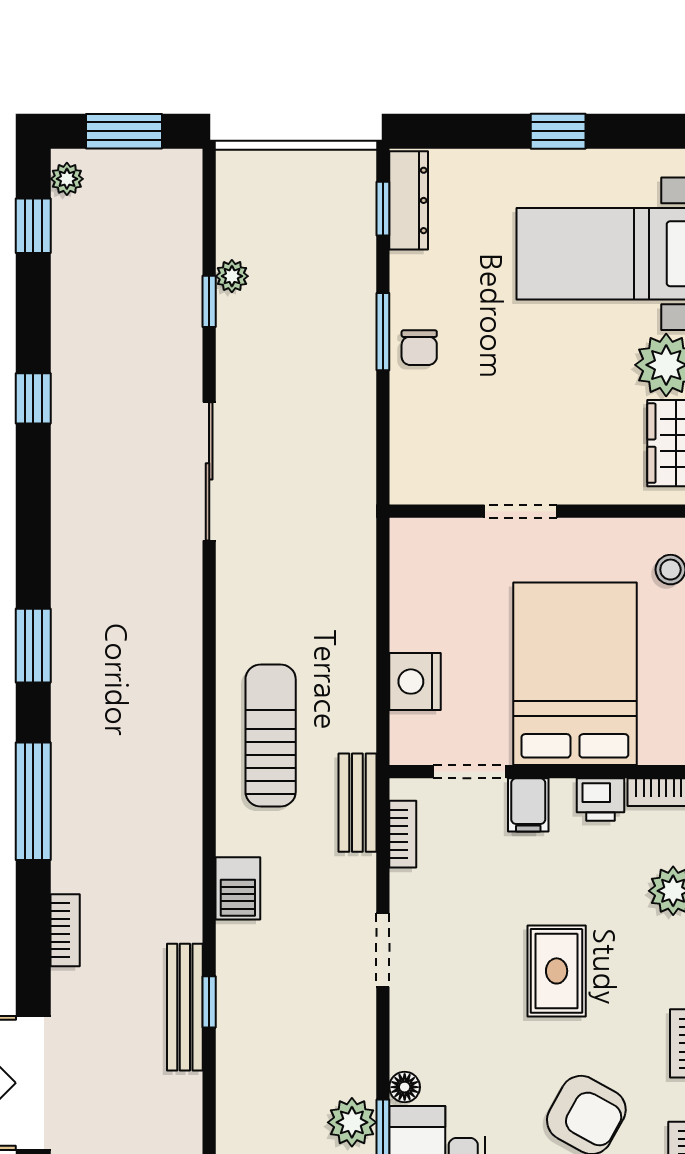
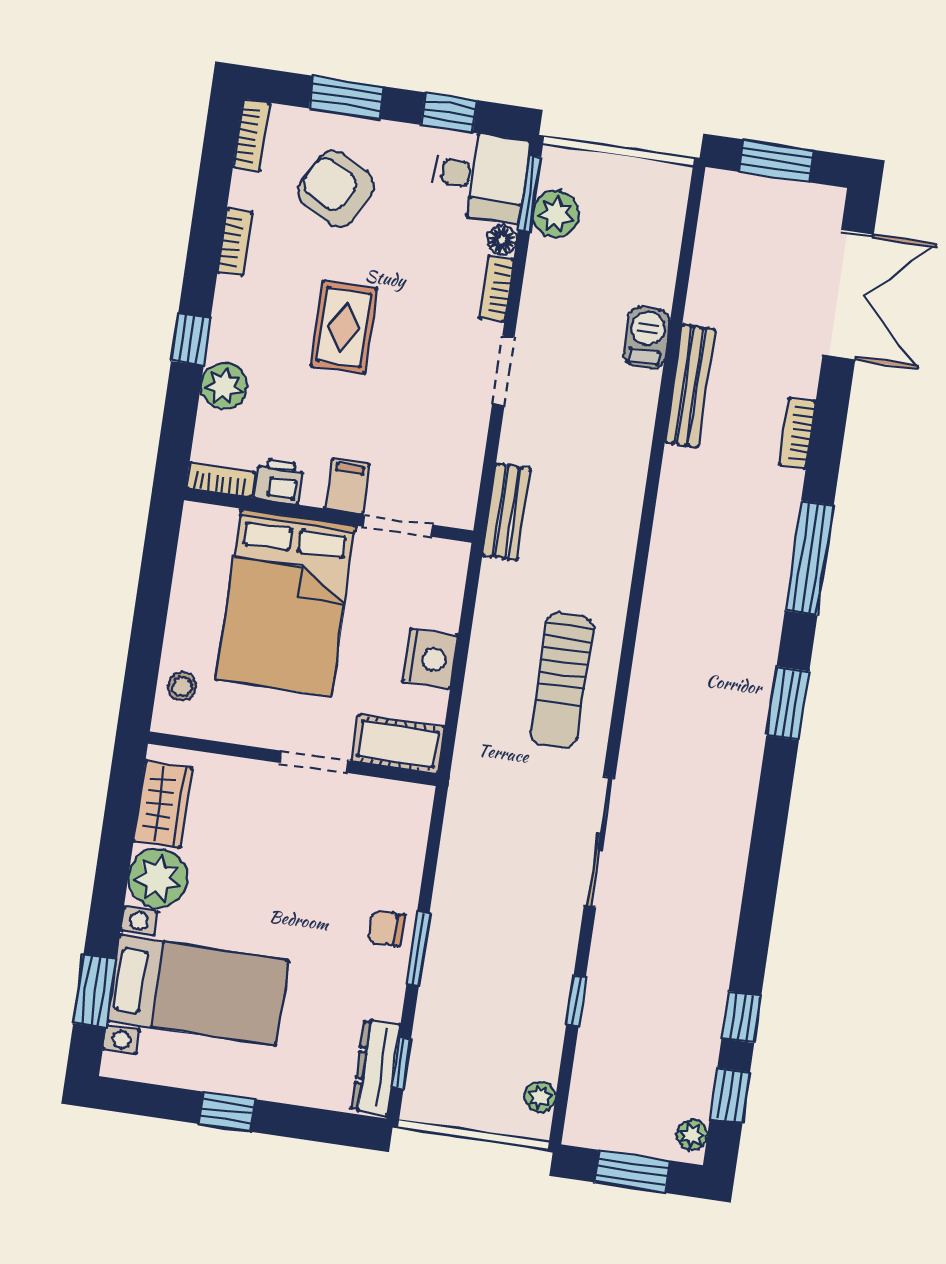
plant: (232, 276) -> (540, 1097), moved
chair: (419, 348) -> (386, 928), turned -90
window: (33, 398) -> (741, 1017), moved
cot: (435, 543) -> (398, 744), added
nightstand: (415, 682) -> (430, 659), moved
sun lounger: (271, 736) -> (562, 680), moved
bookcase: (403, 834) -> (496, 289), moved
barbecue: (238, 888) -> (646, 338), moved
window: (209, 1002) -> (673, 346), removed
bench: (185, 1007) -> (690, 386), moved

